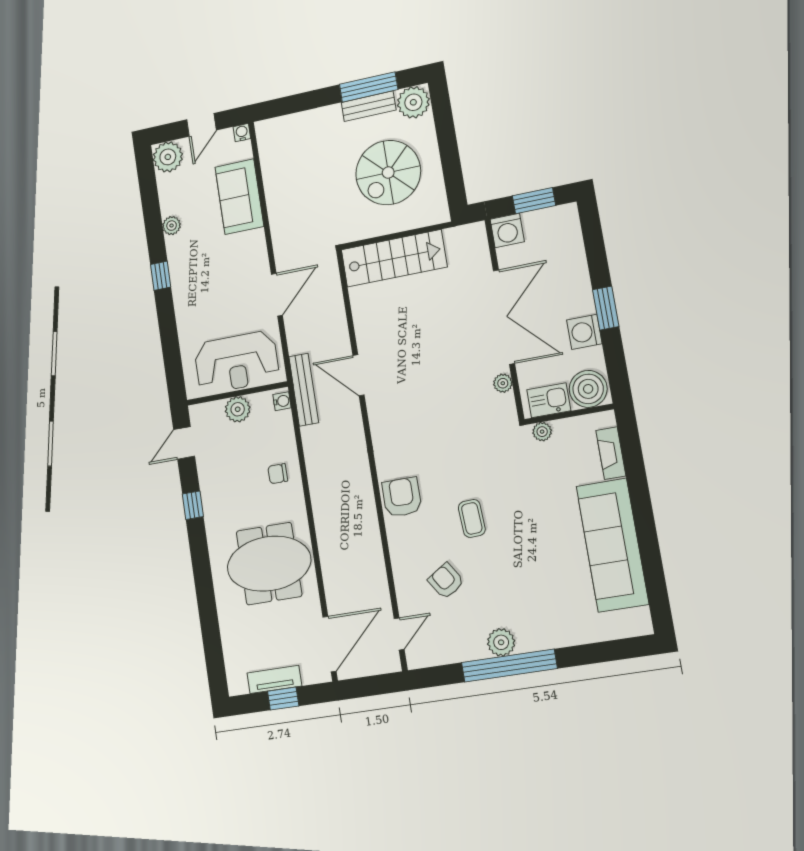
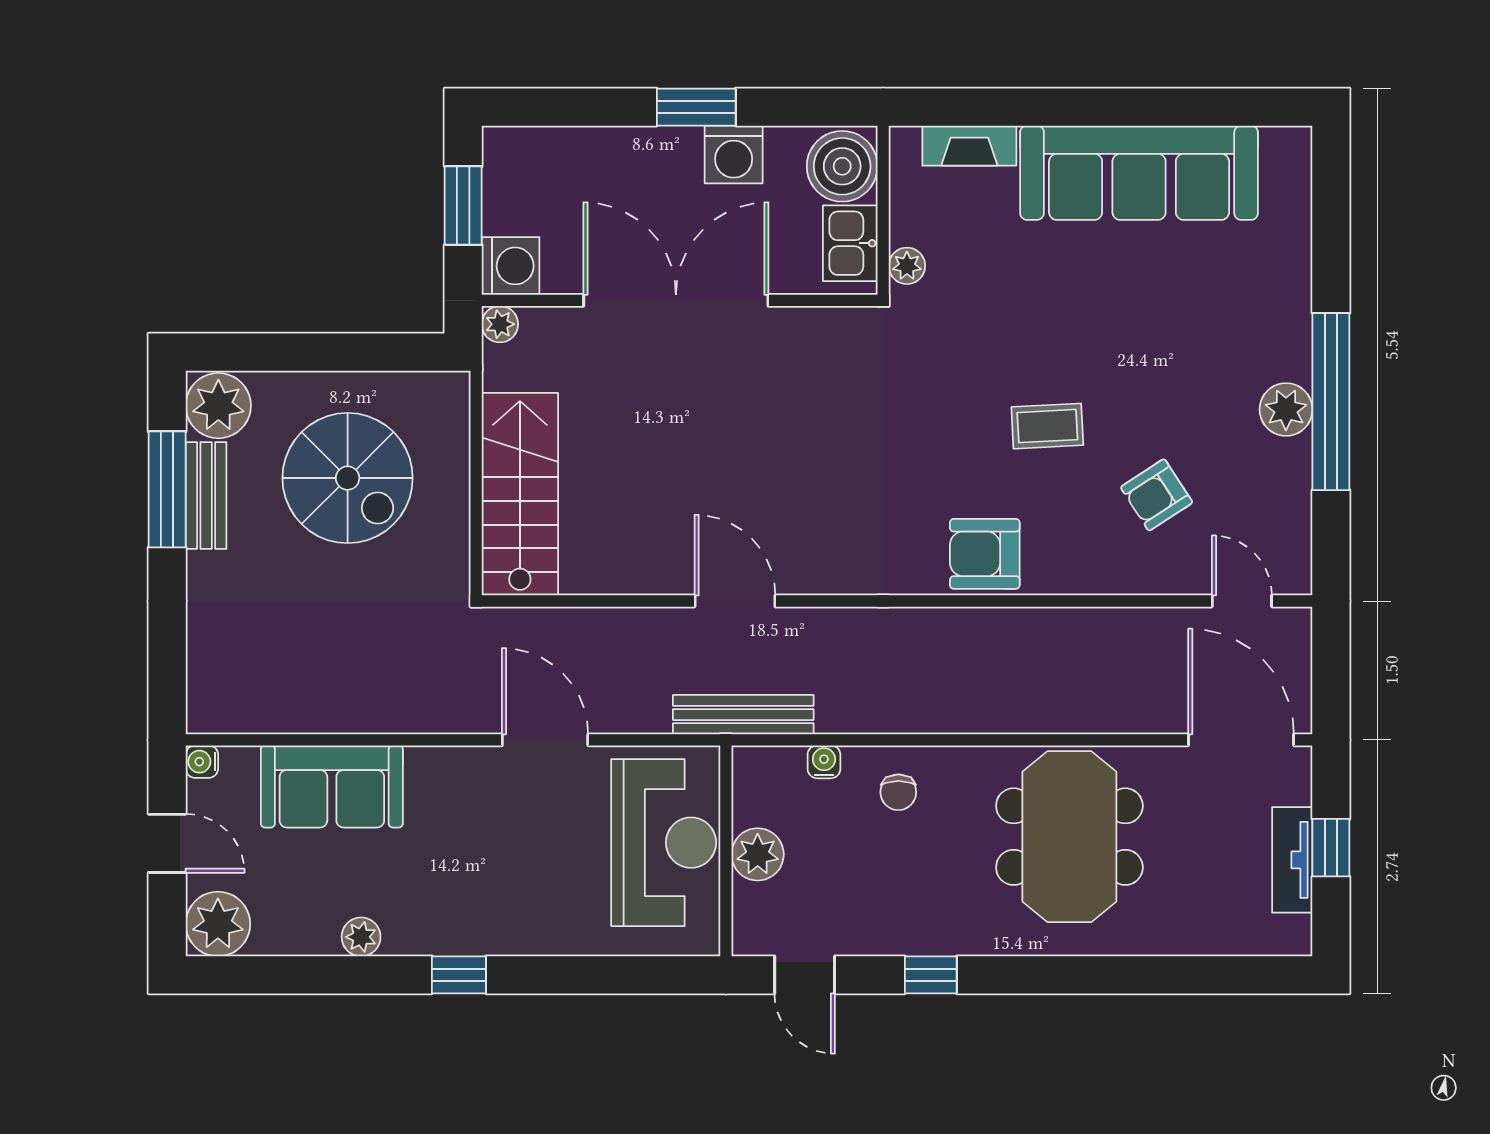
door: (358, 375) -> (735, 601), swing flipped
plant: (503, 383) -> (500, 324), moved
water cooler: (282, 401) -> (824, 762), moved

